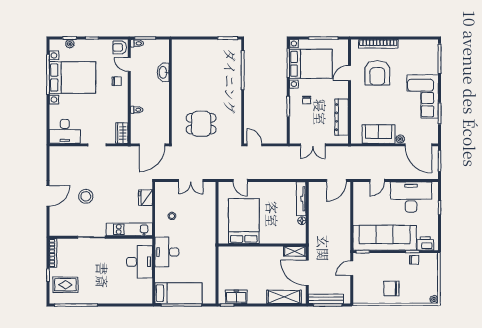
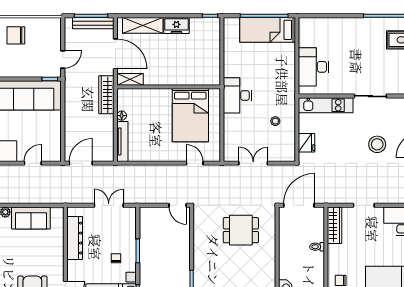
wardrobe: (122, 133) -> (335, 225), width x1.50
wardrobe: (315, 238) -> (106, 95), added
desk: (167, 252) -> (237, 95), moved, turned 180
chair: (391, 288) -> (16, 35), turned 180
freezer: (236, 297) -> (176, 26), moved

